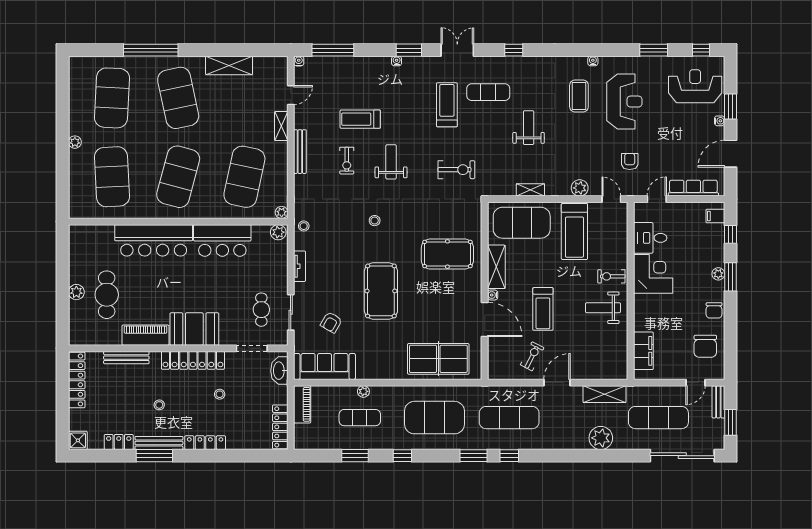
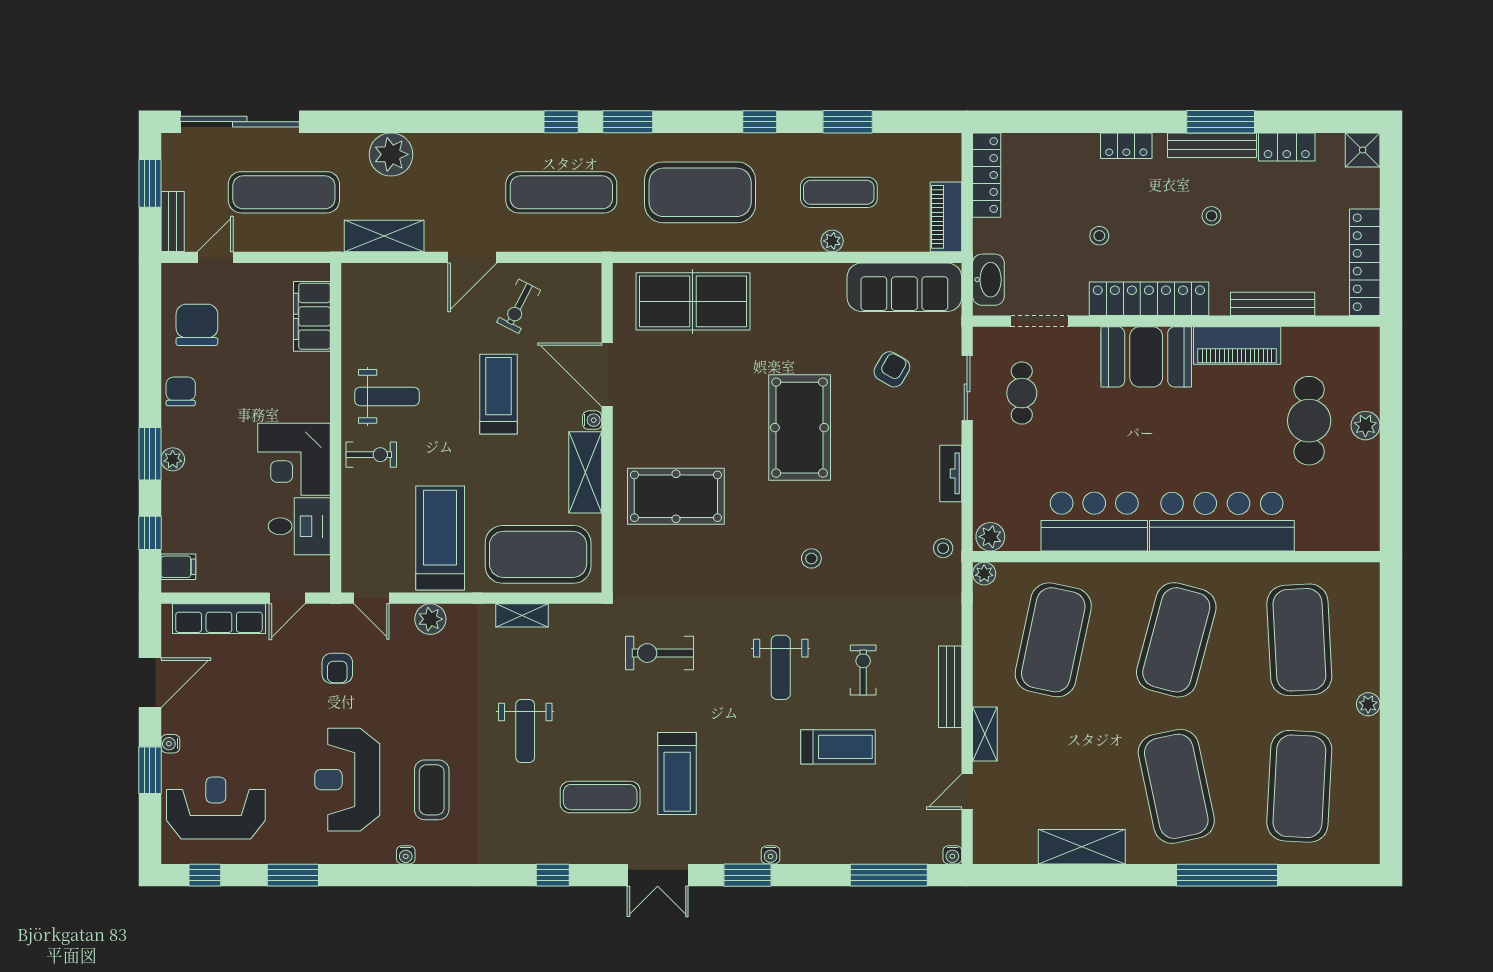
reception desk: (695, 86) -> (216, 808), turned 180
locker: (205, 443) -> (1126, 146), width x0.66

